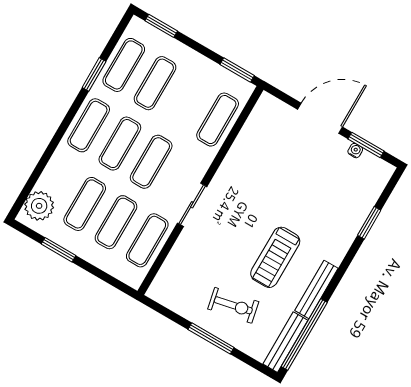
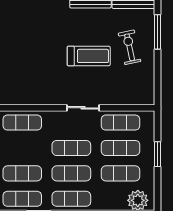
window: (59, 250) -> (158, 154), moved
treadmill: (275, 257) -> (89, 56), moved
window: (211, 338) -> (158, 32), moved

